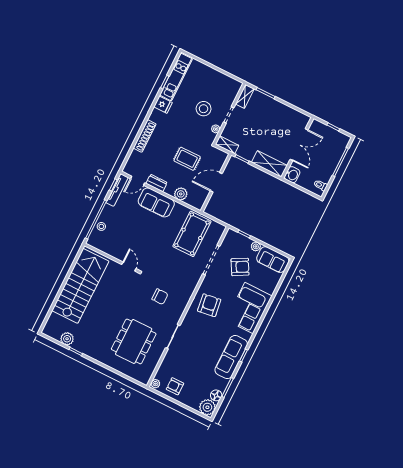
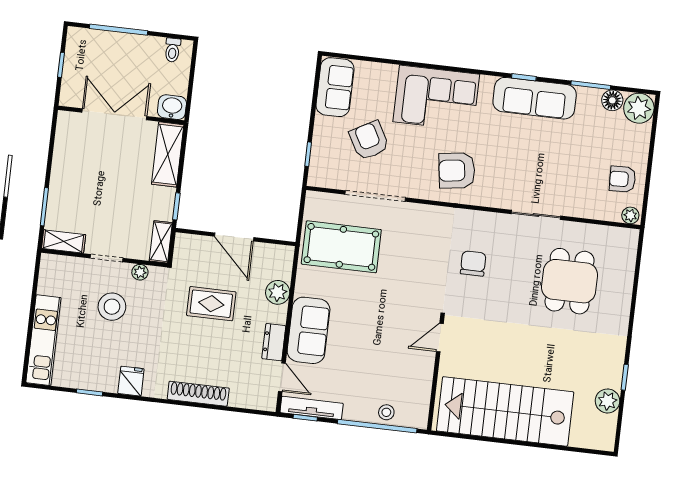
kitchen unit: (176, 77) -> (43, 340), moved, turned 90
rug: (187, 159) -> (211, 304), turned 90
plant: (256, 246) -> (323, 126), removed
dining table: (134, 341) -> (570, 281), width x0.73
armchair: (175, 386) -> (622, 179), turned 88

